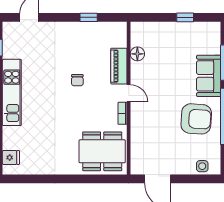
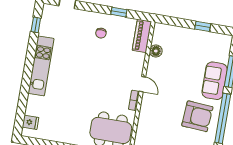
piano: (119, 66) -> (142, 36), moved
chair: (77, 80) -> (101, 33), moved

